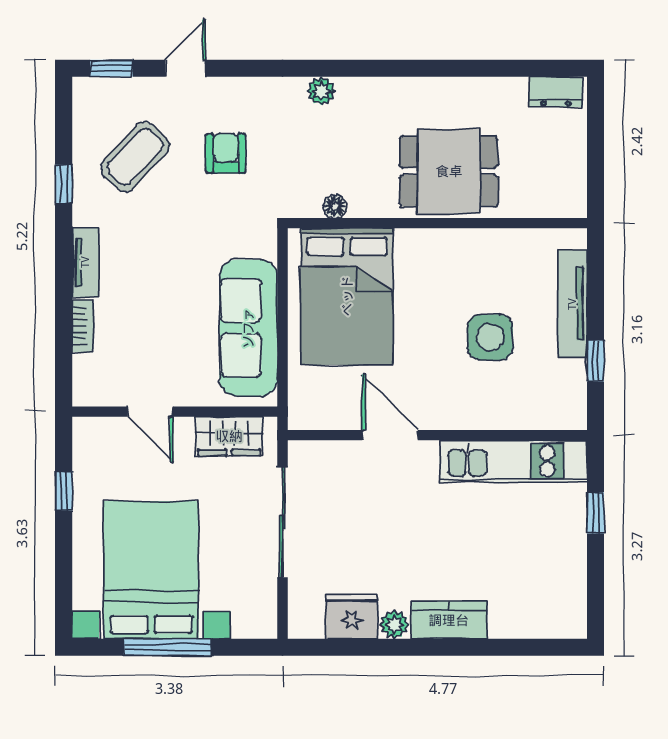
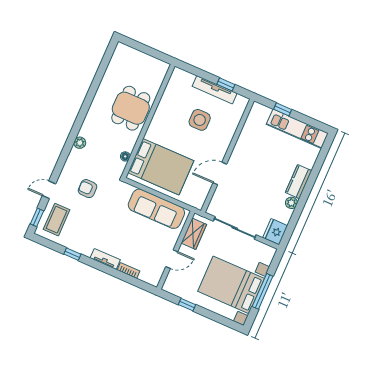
door: (185, 68) -> (49, 190), hinge flipped
dresser: (556, 92) -> (119, 55), removed
coffee table: (135, 157) -> (57, 220), moved, turned 47
tv unit: (572, 304) -> (215, 90), moved
kitchen unit: (513, 461) -> (297, 129), moved, turned 90
fridge: (352, 617) -> (275, 232), moved

